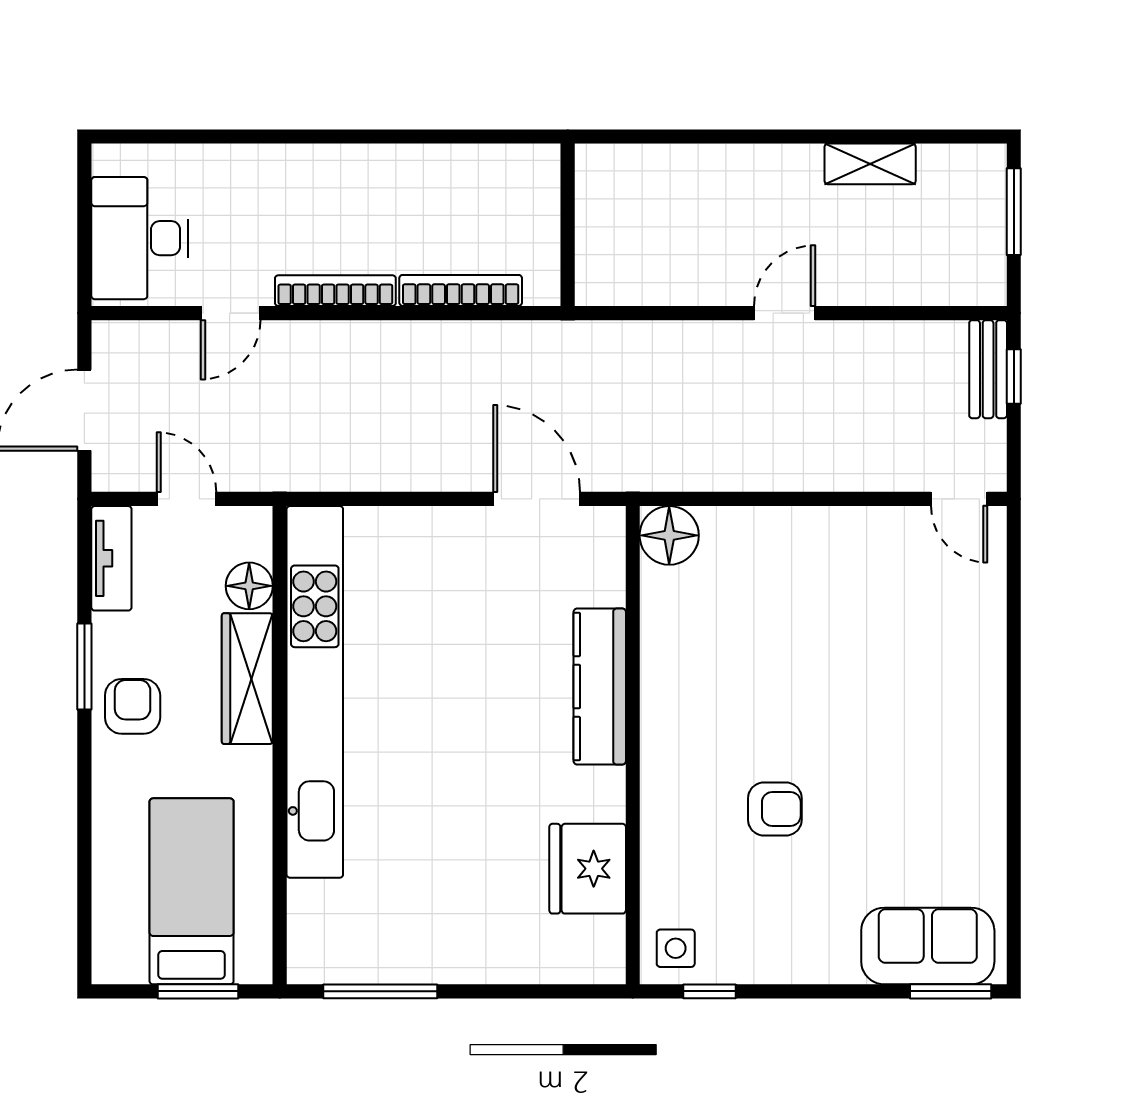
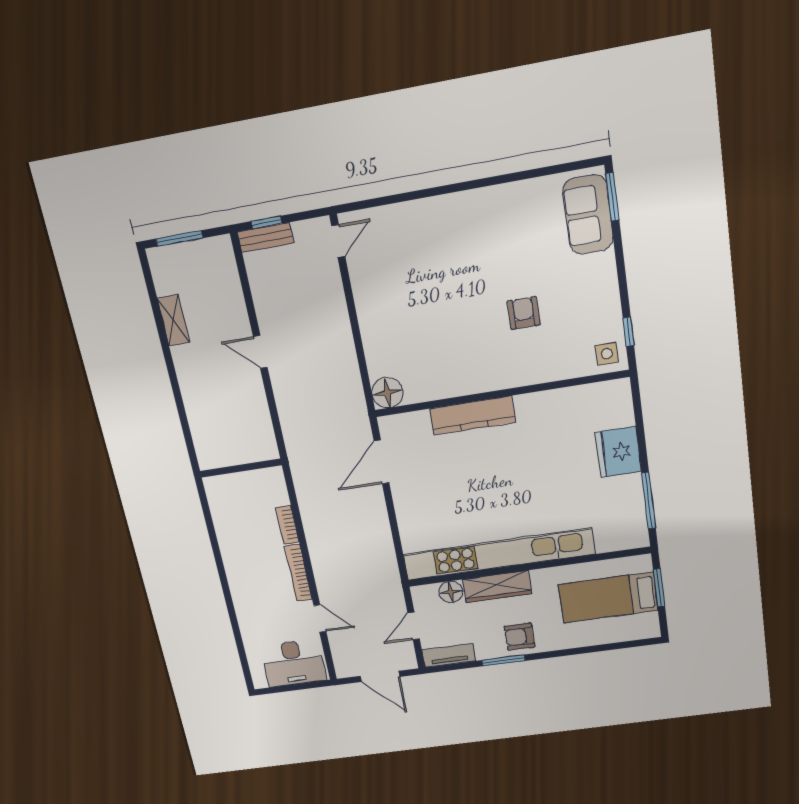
bookcase: (461, 290) -> (287, 525), width x0.64
fridge: (588, 869) -> (618, 452), moved, turned 90

